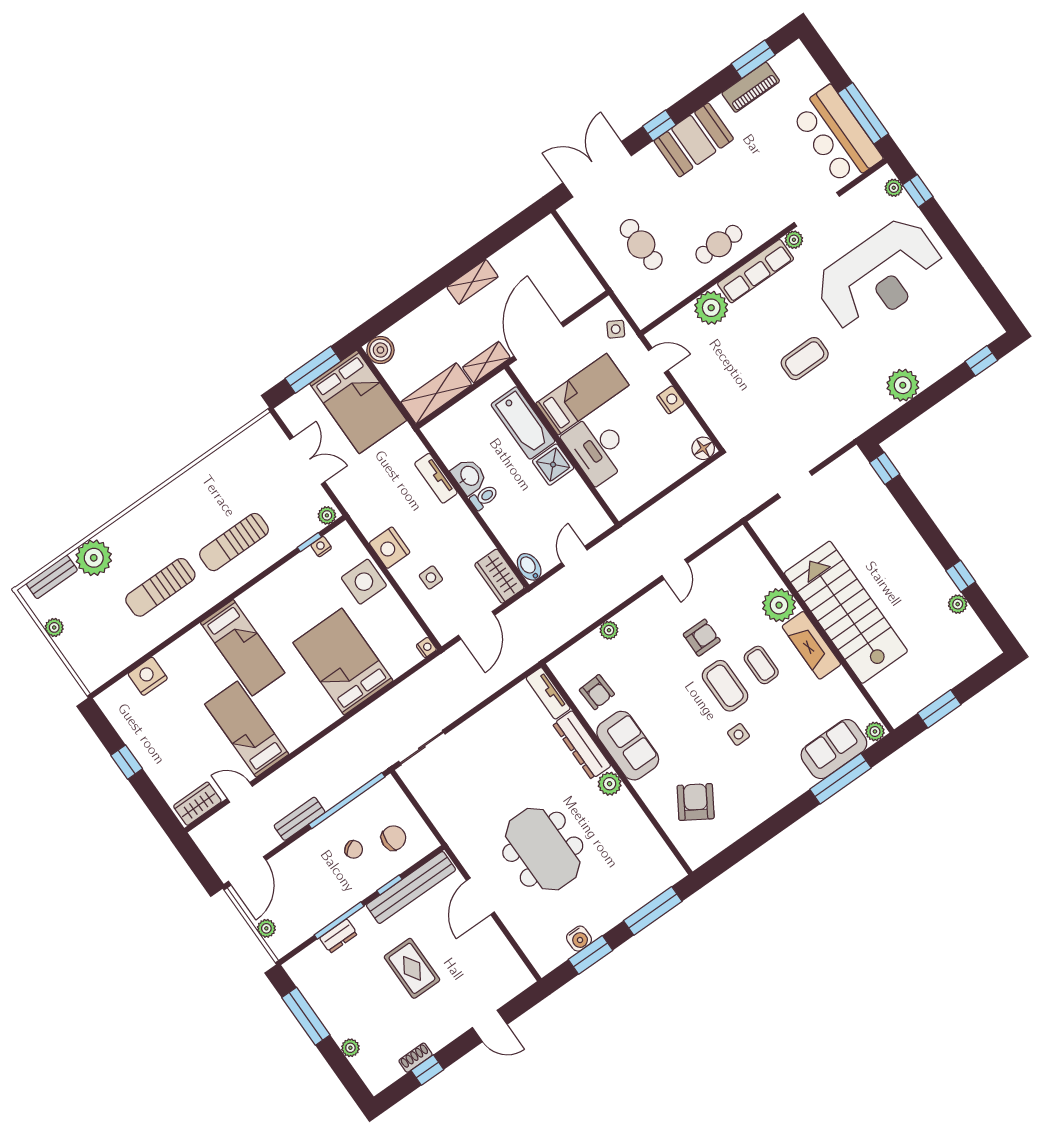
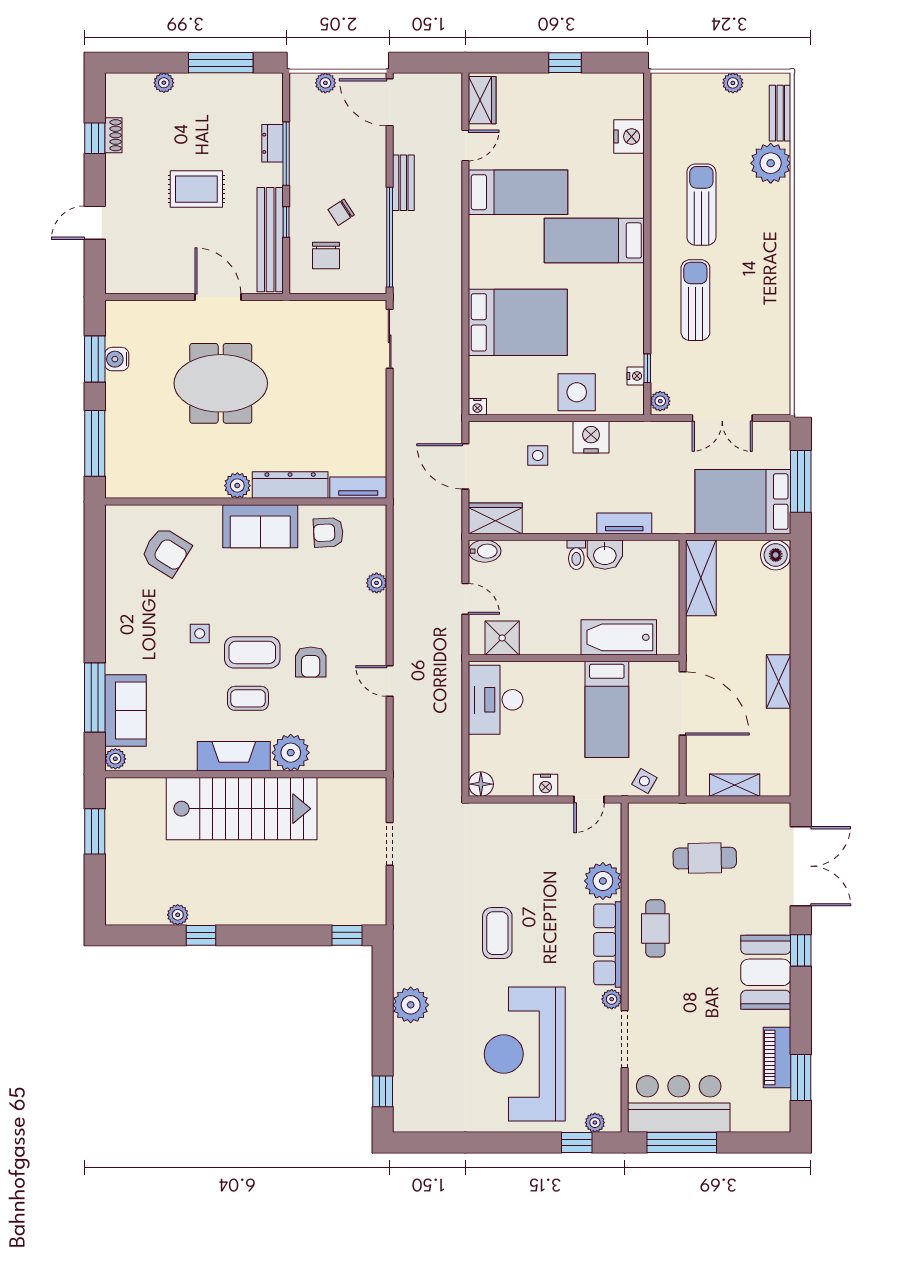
shelving: (486, 362) -> (735, 785), moved, turned 90
desk: (597, 448) -> (496, 700), moved, turned -90
shower: (553, 465) -> (502, 638), moved

